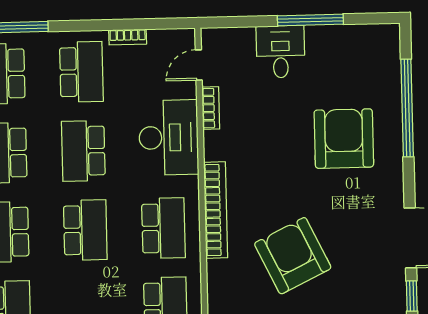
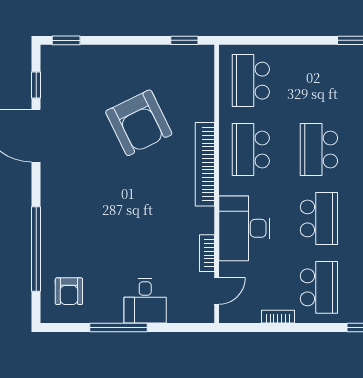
school desk: (81, 72) -> (319, 287), turned 180
armchair: (344, 139) -> (69, 291), moved, width x0.53, depth x0.53

